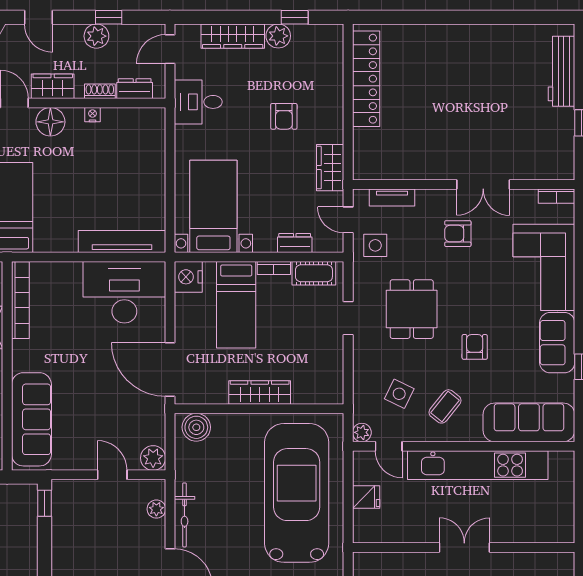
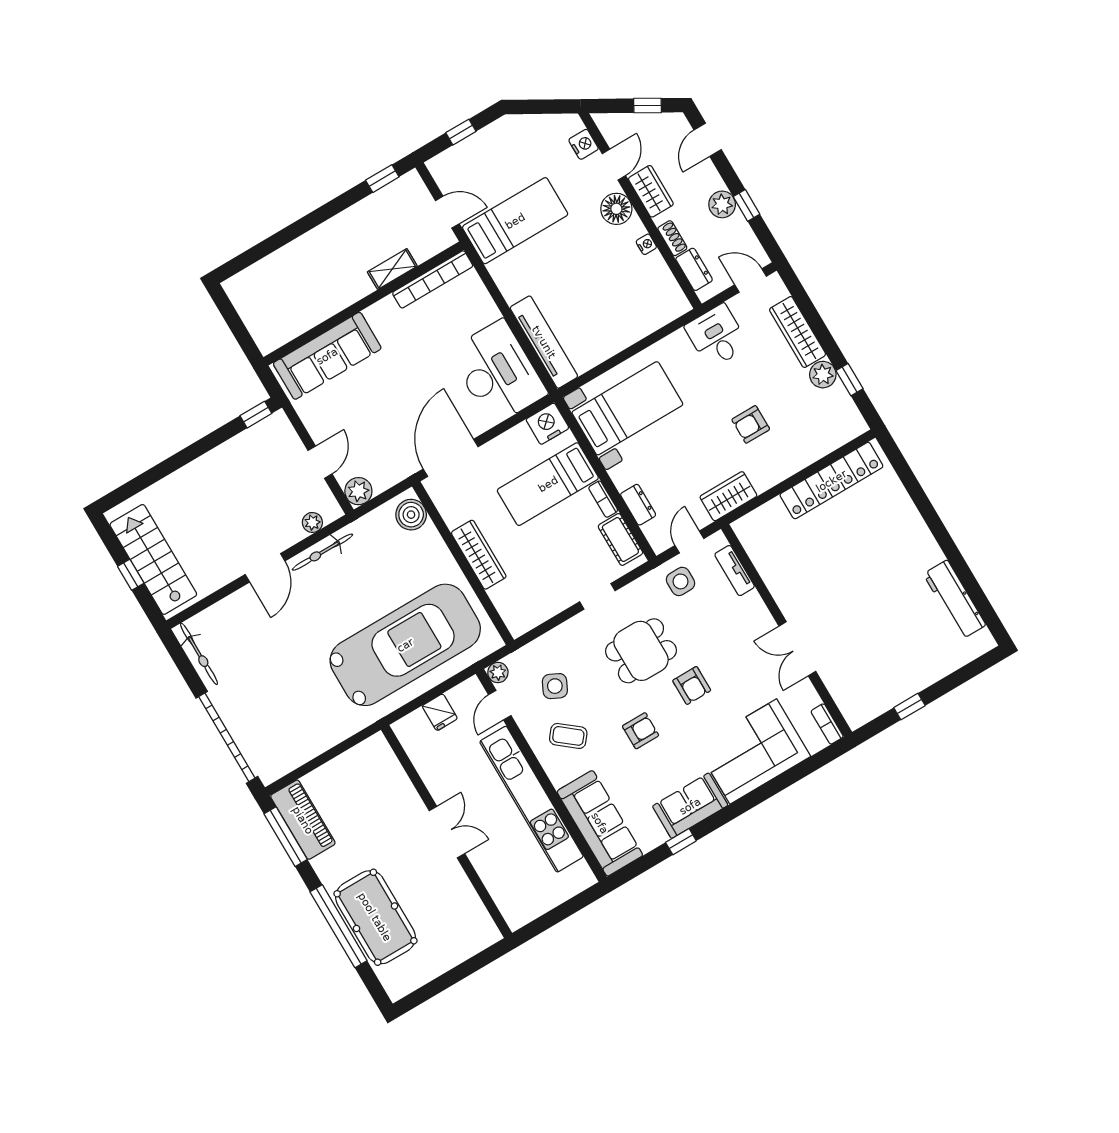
workbench: (562, 71) -> (955, 599), moved, turned -90
armchair: (458, 234) -> (692, 685), moved, turned 180

